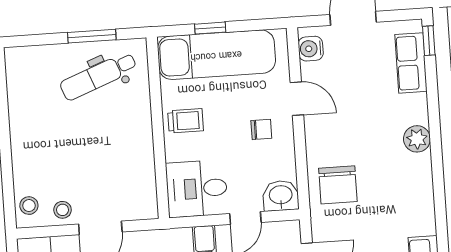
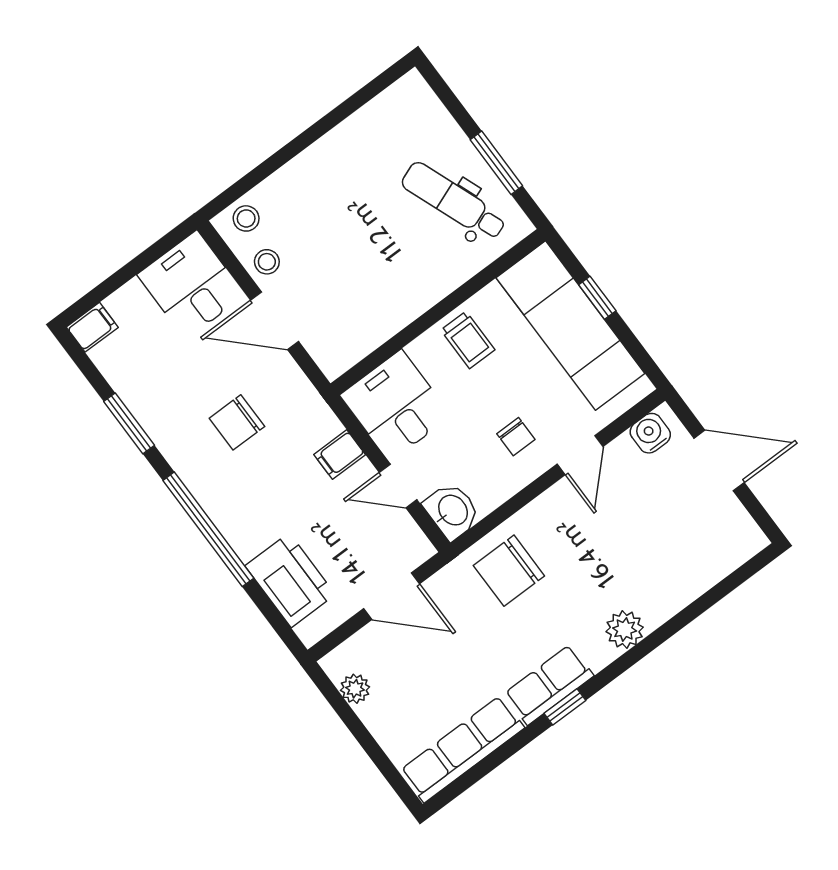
window: (429, 41) -> (565, 707), moved
row of seats: (411, 63) -> (549, 685), moved

